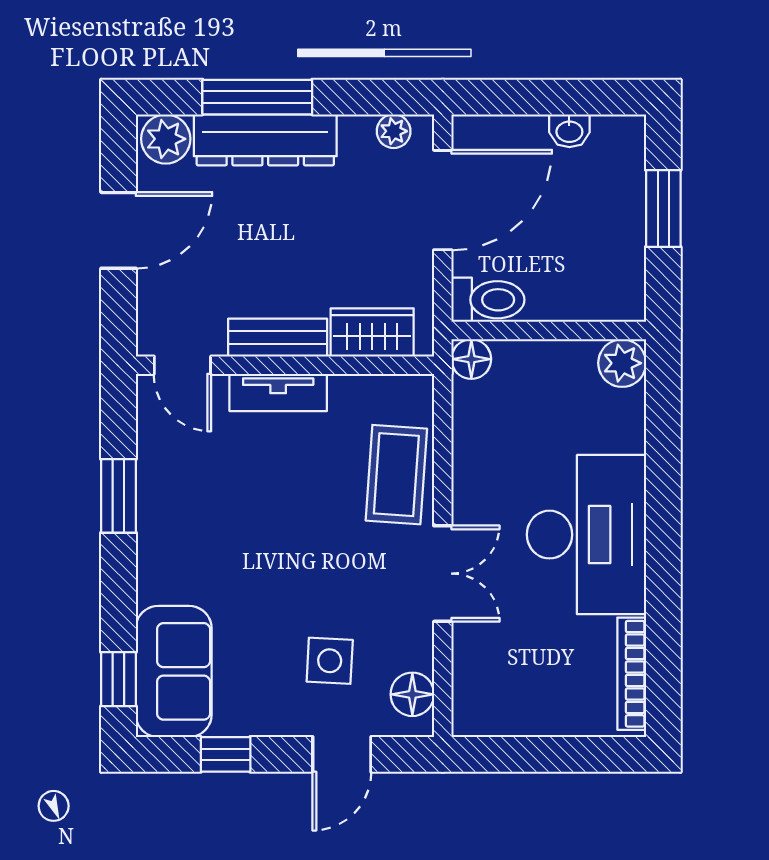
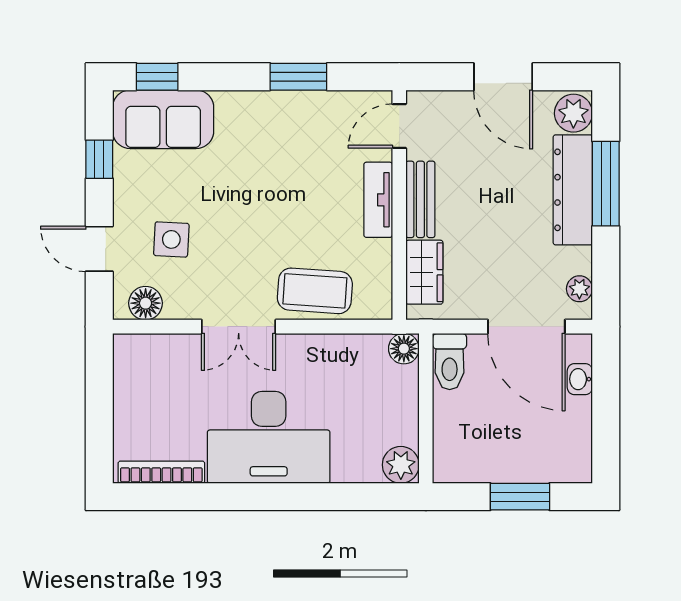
washbasin: (569, 131) -> (580, 379), moved

